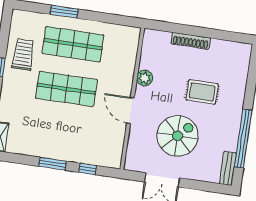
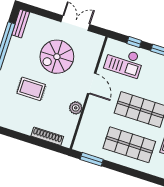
window: (64, 12) -> (92, 159), moved
shoe rack: (191, 41) -> (47, 136), moved
checkout: (96, 143) -> (124, 62), added

